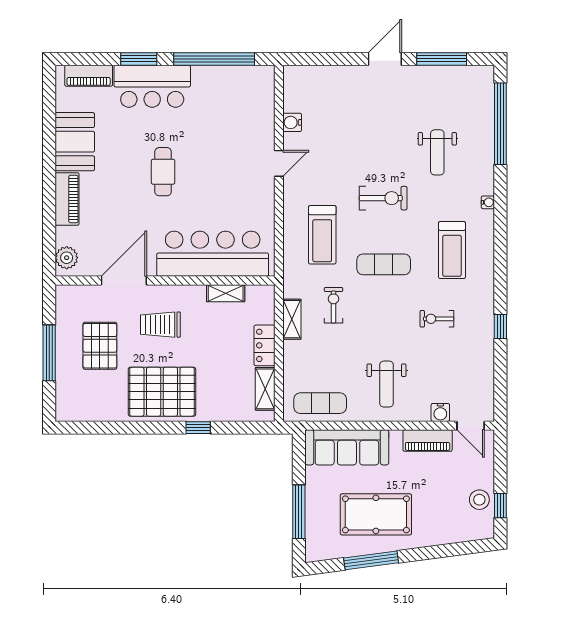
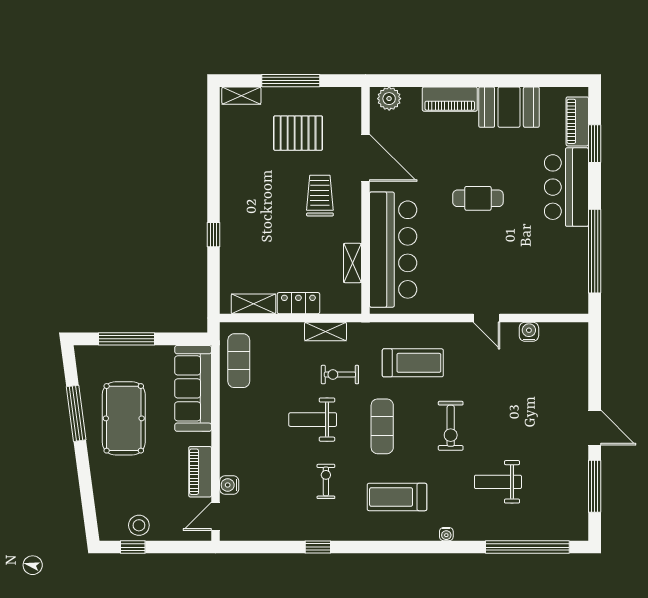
window: (139, 59) -> (595, 144), moved
treadmill: (322, 235) -> (413, 363), turned 180
exercise bike: (334, 305) -> (340, 375), turned 180
weight bench: (387, 384) -> (313, 420), moved
pallet: (162, 392) -> (251, 197), removed
shelving: (64, 401) -> (241, 96), added

